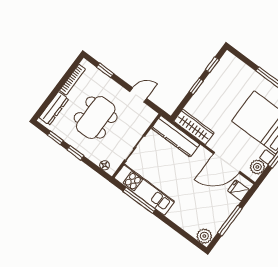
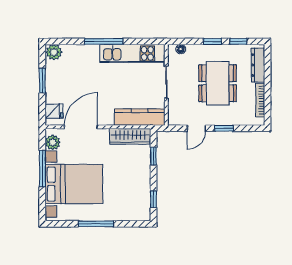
window: (105, 70) -> (224, 128), moved
window: (196, 86) -> (153, 156), moved
window: (139, 200) -> (104, 41), moved
window: (230, 221) -> (42, 81), width x0.69

